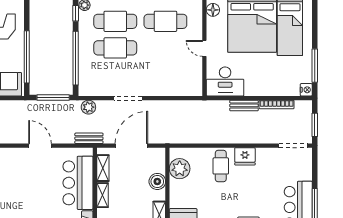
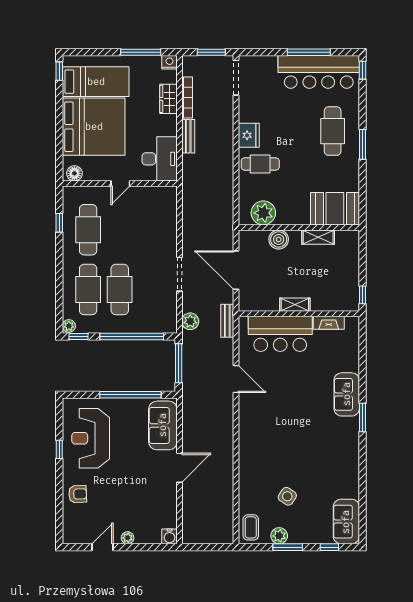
wardrobe: (275, 89) -> (168, 99), added
door: (40, 146) -> (236, 379), swing flipped
shelving: (103, 168) -> (263, 304), removed

